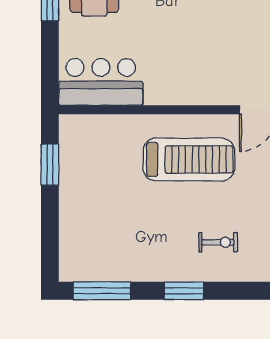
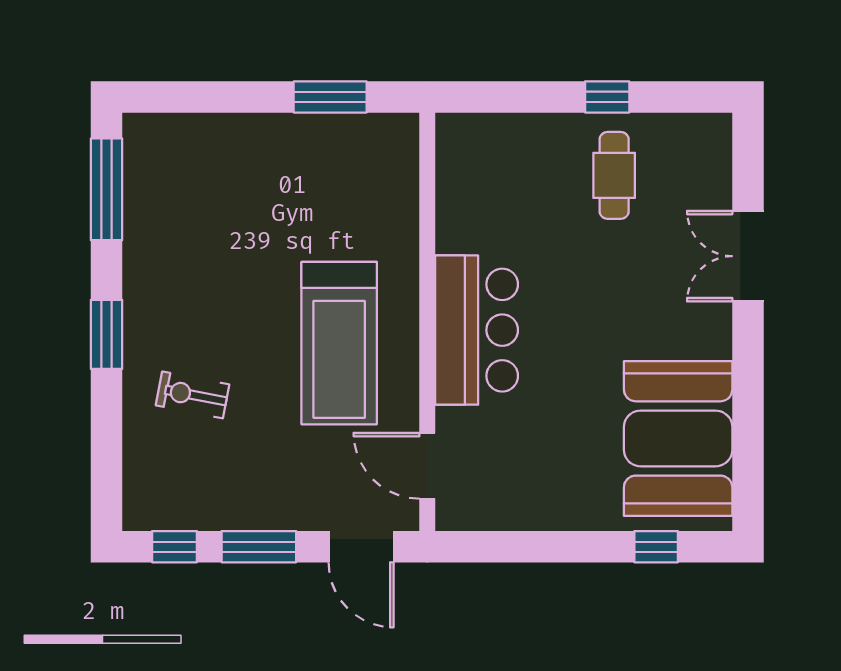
bar counter: (101, 82) -> (477, 330), moved
exercise bike: (218, 242) -> (193, 395), turned 101

